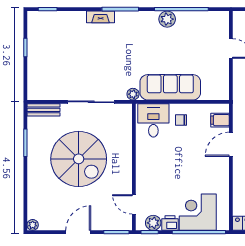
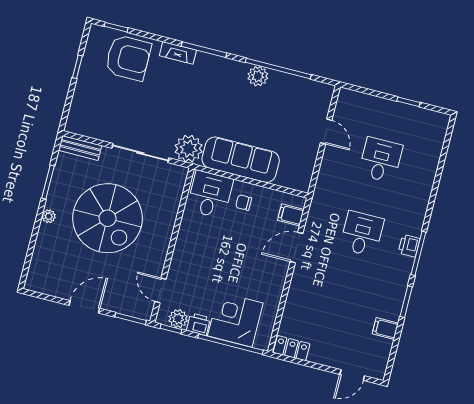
armchair: (63, 31) -> (128, 58), added
plant: (133, 94) -> (189, 149), width x1.88, depth x1.88
plant: (33, 225) -> (49, 216), moved

